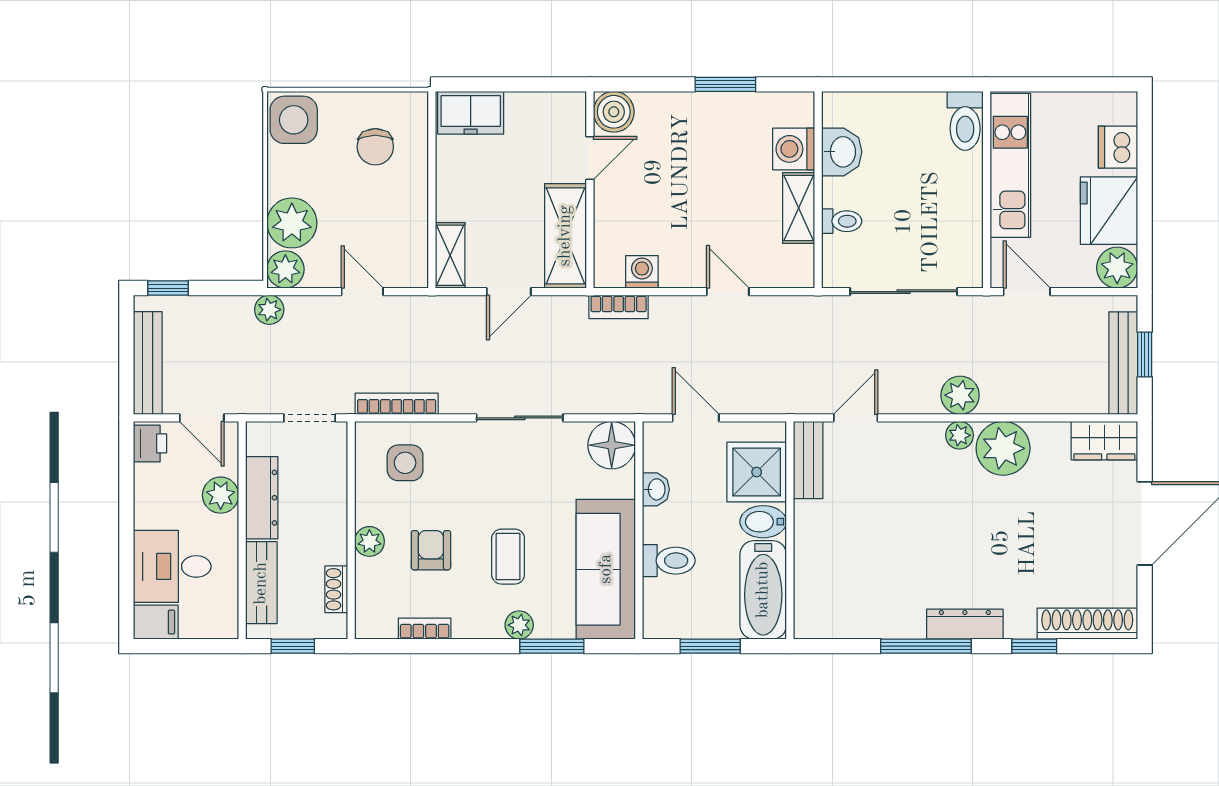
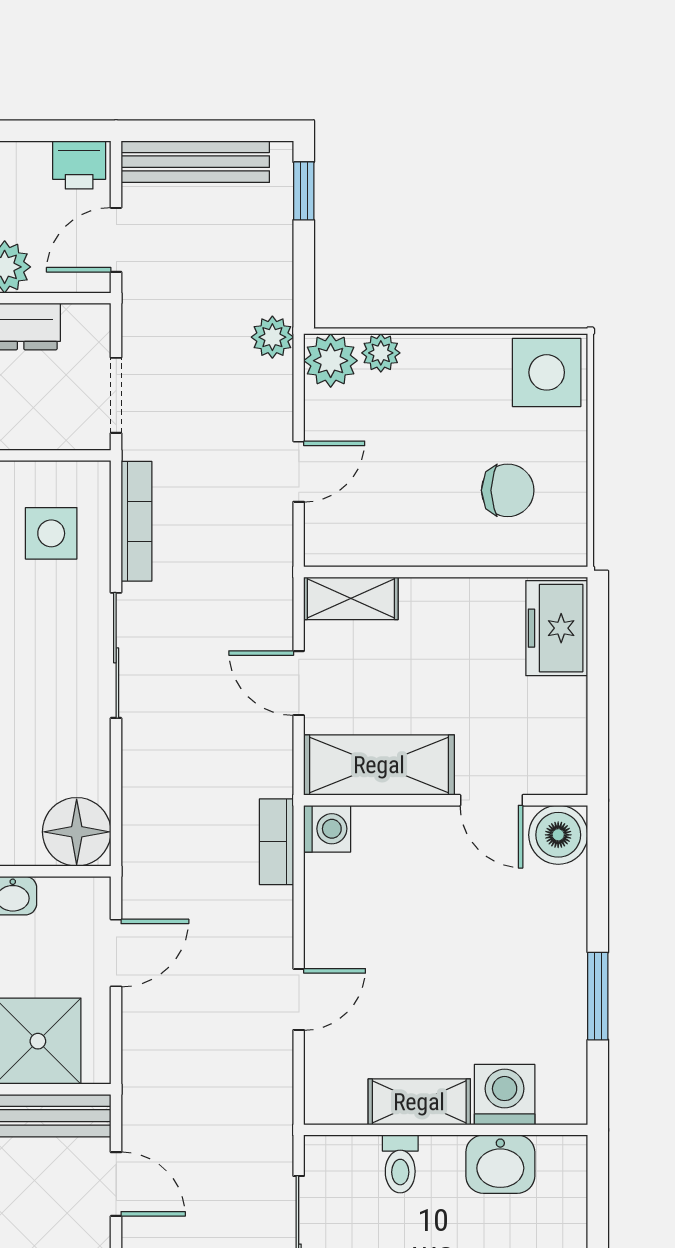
chair: (375, 147) -> (508, 490), turned 180
plant: (292, 223) -> (381, 353), width x0.53, depth x0.53
washing machine: (642, 272) -> (327, 829), moved
sliding door: (520, 418) -> (116, 655), moved

